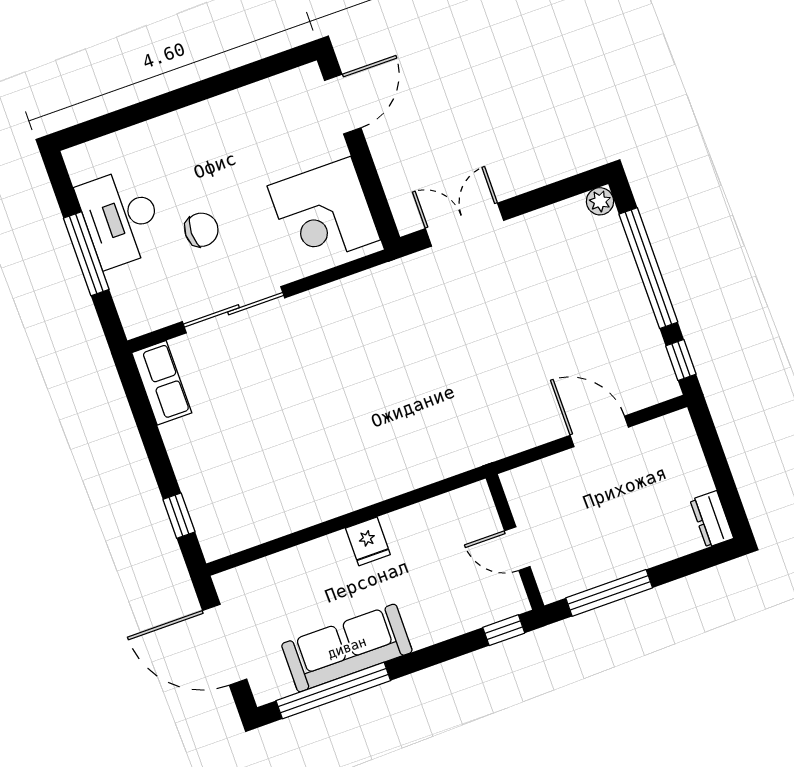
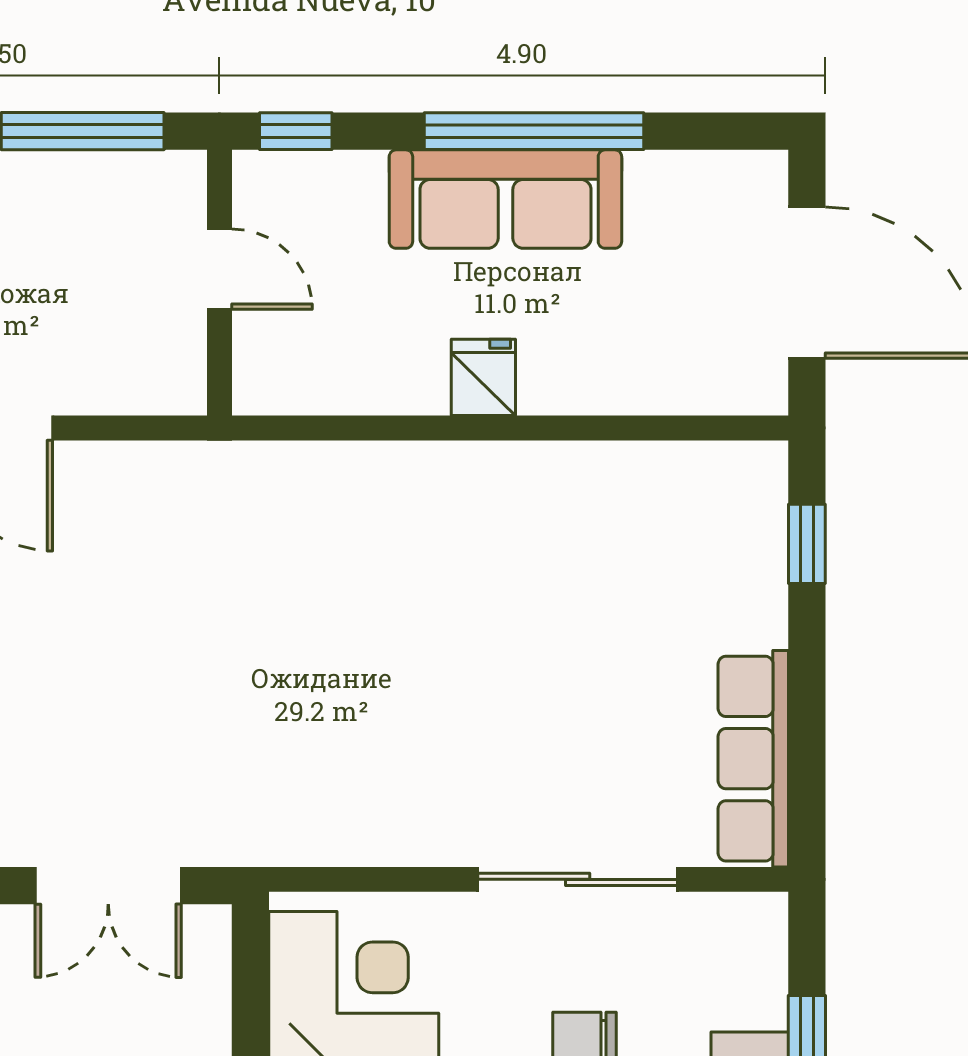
row of seats: (162, 383) -> (753, 759), width x1.48
sofa: (347, 648) -> (505, 199), moved
window: (333, 691) -> (534, 131), moved

